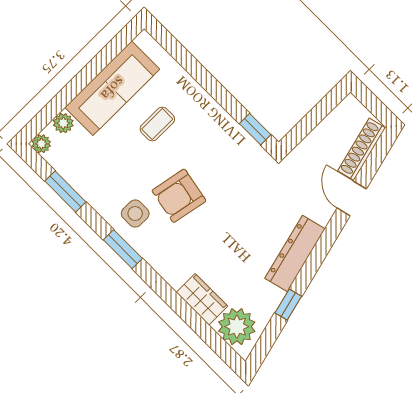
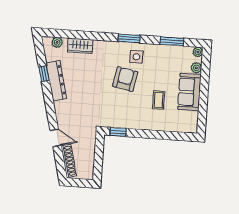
sofa: (112, 88) -> (189, 92), width x0.73
dresser: (295, 254) -> (56, 81), moved
plant: (237, 327) -> (57, 42), width x0.53, depth x0.53

